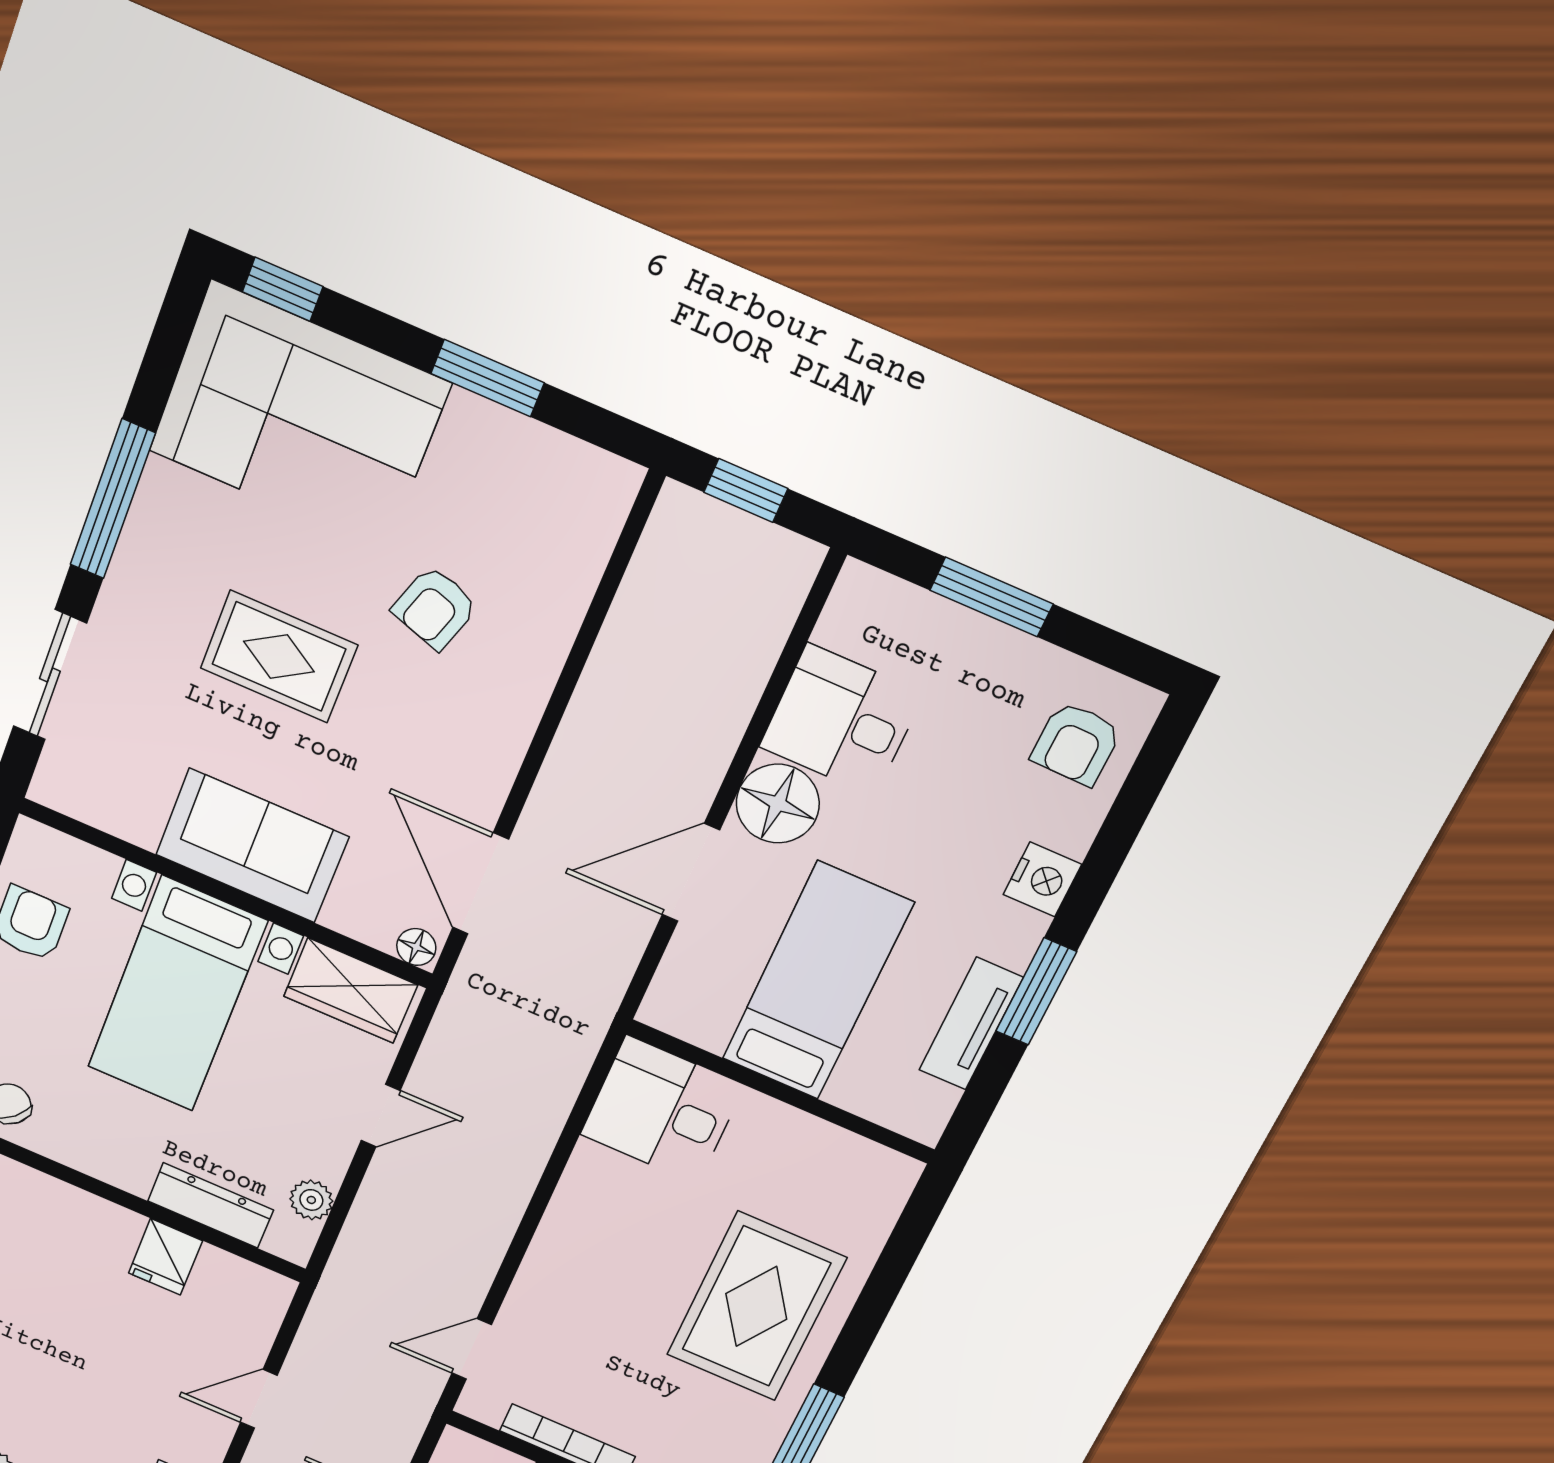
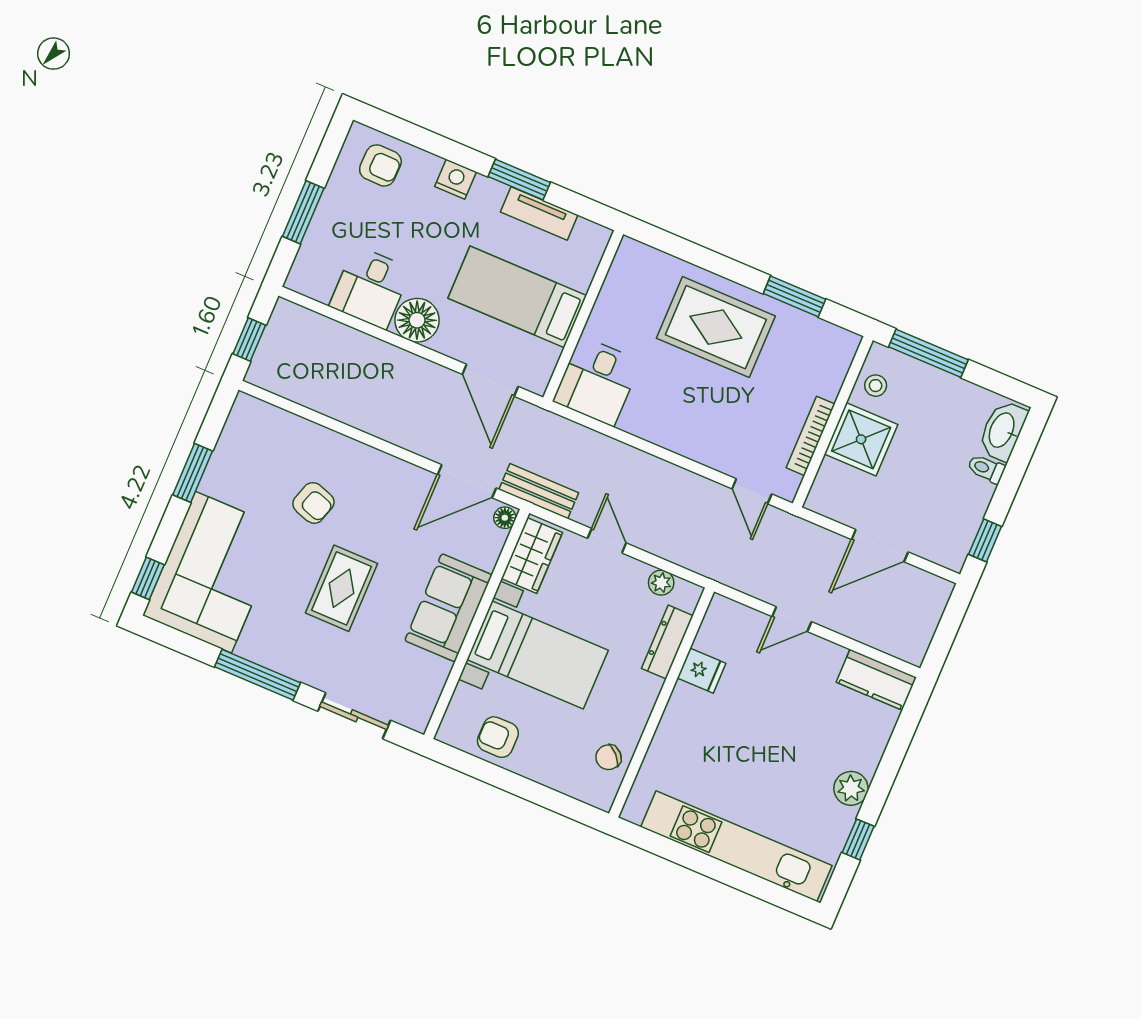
door: (691, 873) -> (490, 380), moved
bench: (465, 1006) -> (539, 491), added
door: (259, 1399) -> (792, 619), hinge flipped

